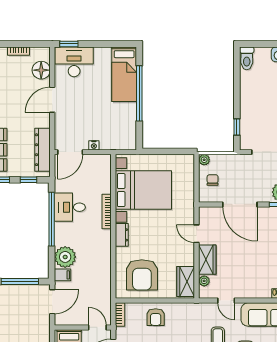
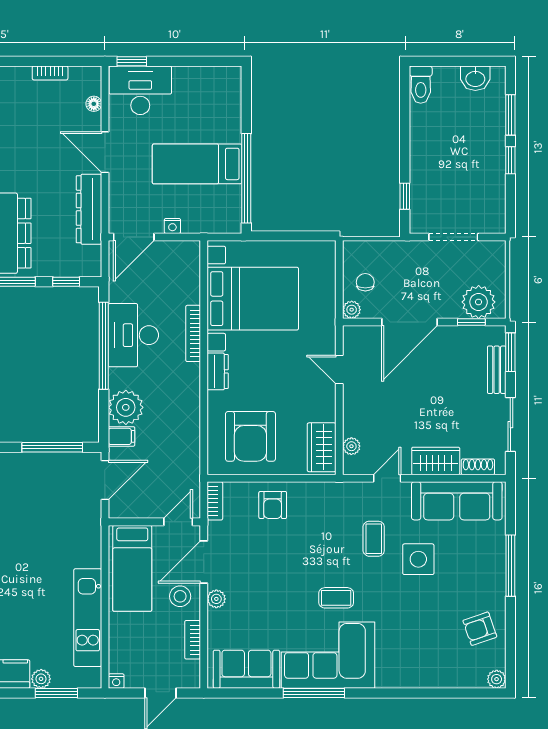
floor lamp: (41, 70) -> (94, 104), width x0.53, depth x0.53
bed: (124, 74) -> (197, 164), moved, turned 90
window: (139, 93) -> (246, 178), moved
door: (52, 100) -> (105, 152), hinge flipped
dresser: (43, 150) -> (89, 209), moved
plant: (204, 160) -> (352, 310), moved
door: (240, 204) -> (409, 322), hinge flipped
desk: (70, 207) -> (133, 335), width x1.37
wardrobe: (207, 260) -> (436, 461), moved, turned -90
door: (226, 301) -> (387, 478), swing flipped
door: (97, 327) -> (178, 522), hinge flipped

